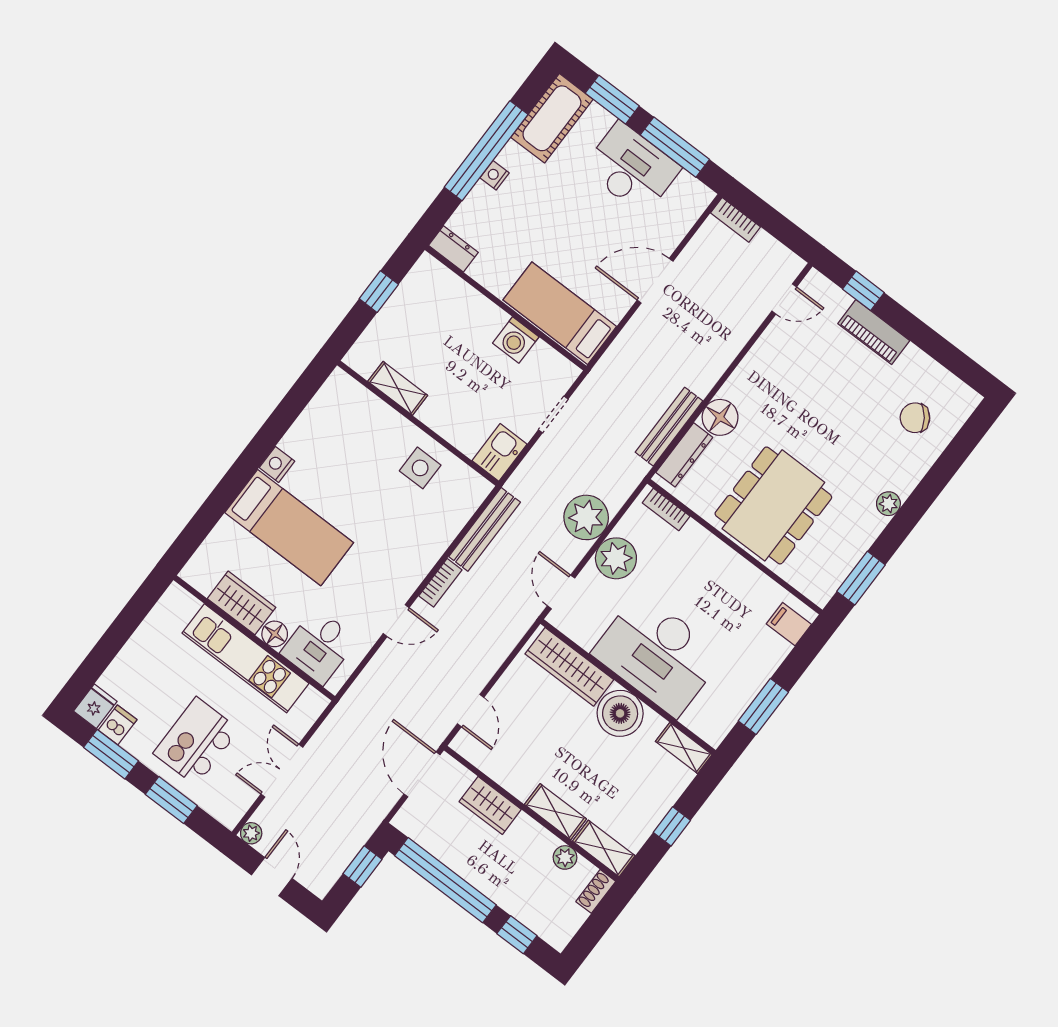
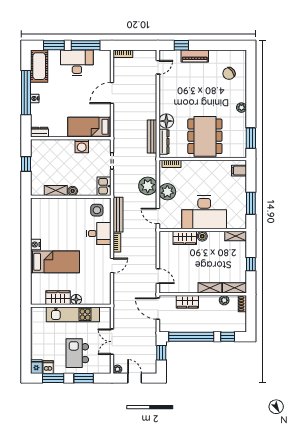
boiler: (431, 415) -> (73, 191), added
side table: (420, 468) -> (97, 210), moved
desk: (319, 646) -> (99, 234), moved, turned -90
wardrobe: (569, 667) -> (185, 238), width x0.67
boiler: (620, 713) -> (202, 236), width x0.54, depth x0.54

